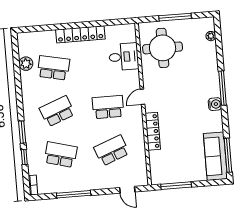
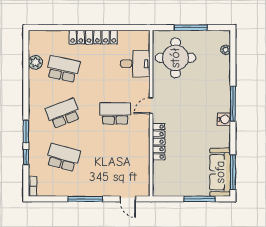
school desk: (112, 150) -> (115, 158), removed
window: (176, 186) -> (199, 199), moved
window: (74, 194) -> (85, 199), moved

